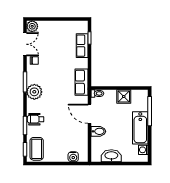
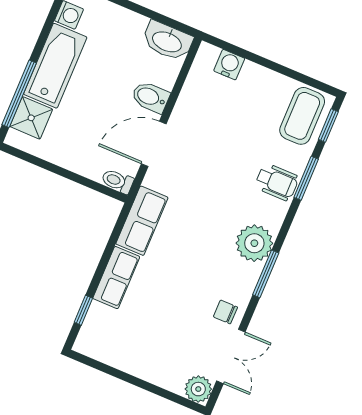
double door: (25, 44) -> (231, 356), swing flipped
row of seats: (82, 46) -> (116, 278), moved
shower: (124, 97) -> (31, 118), moved
door: (89, 114) -> (154, 144), swing flipped
washbasin: (111, 156) -> (167, 41), moved

